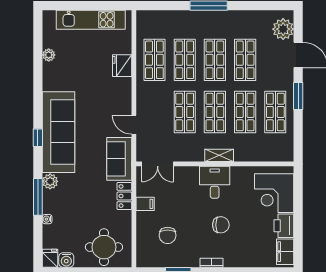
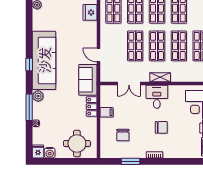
double door: (158, 164) -> (129, 83), moved

